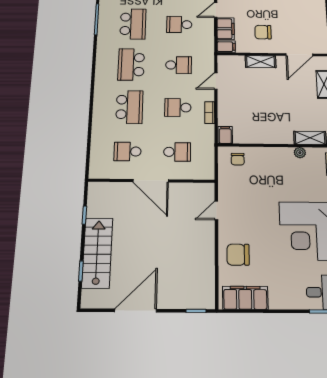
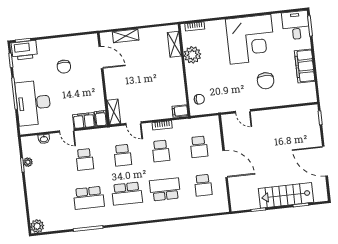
school desk: (133, 24) -> (89, 198), turned 180
chair: (263, 32) -> (64, 67), moved
shelving: (261, 62) -> (114, 112), moved
school desk: (179, 65) -> (123, 155), turned 180
school desk: (177, 152) -> (199, 147), turned 180
plant: (300, 153) -> (192, 55), width x1.88, depth x1.88
door: (151, 181) -> (225, 164), hinge flipped
chair: (238, 255) -> (266, 81), moved
filing cabinet: (245, 298) -> (305, 66), moved

